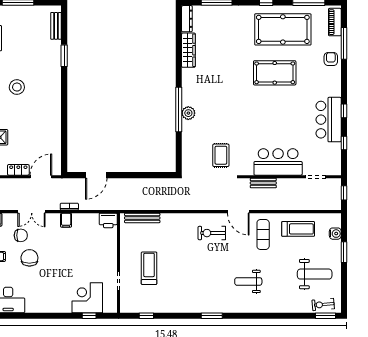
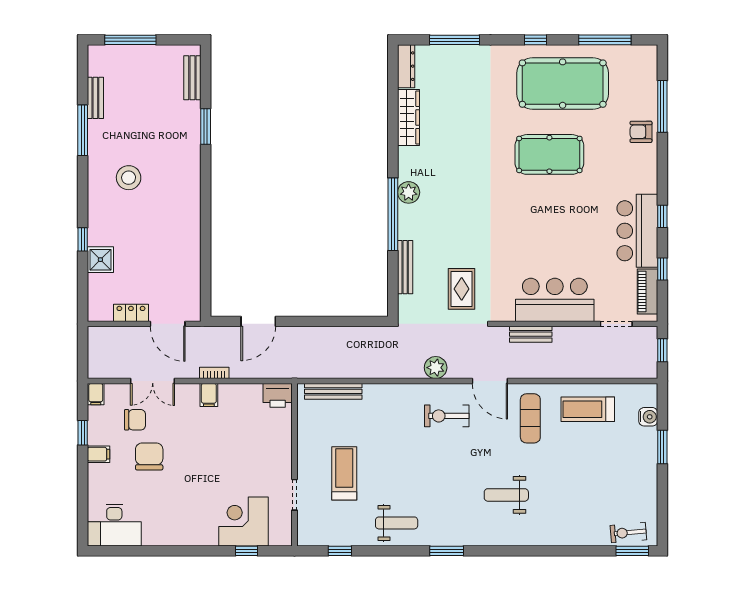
piano: (335, 22) -> (647, 291), moved
armchair: (331, 59) -> (641, 132), turned -90
plant: (188, 113) -> (409, 192), moved
bench: (186, 142) -> (405, 267), added
door: (41, 177) -> (168, 324), swing flipped
plant: (205, 203) -> (436, 368), added
treadmill: (298, 229) -> (588, 409), turned 180
weight bench: (315, 274) -> (397, 523), moved, width x0.73, depth x0.75

